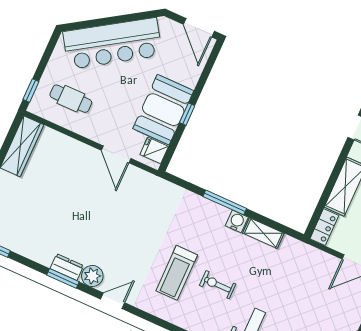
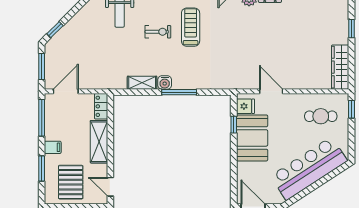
window: (187, 114) -> (234, 125), moved

